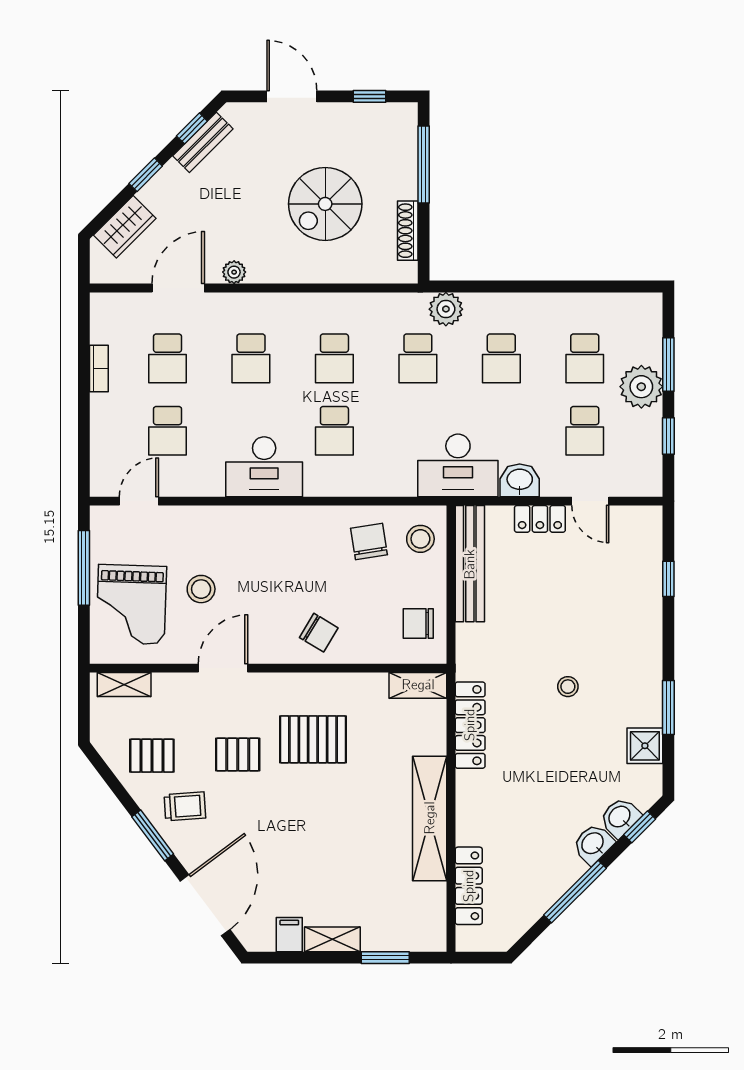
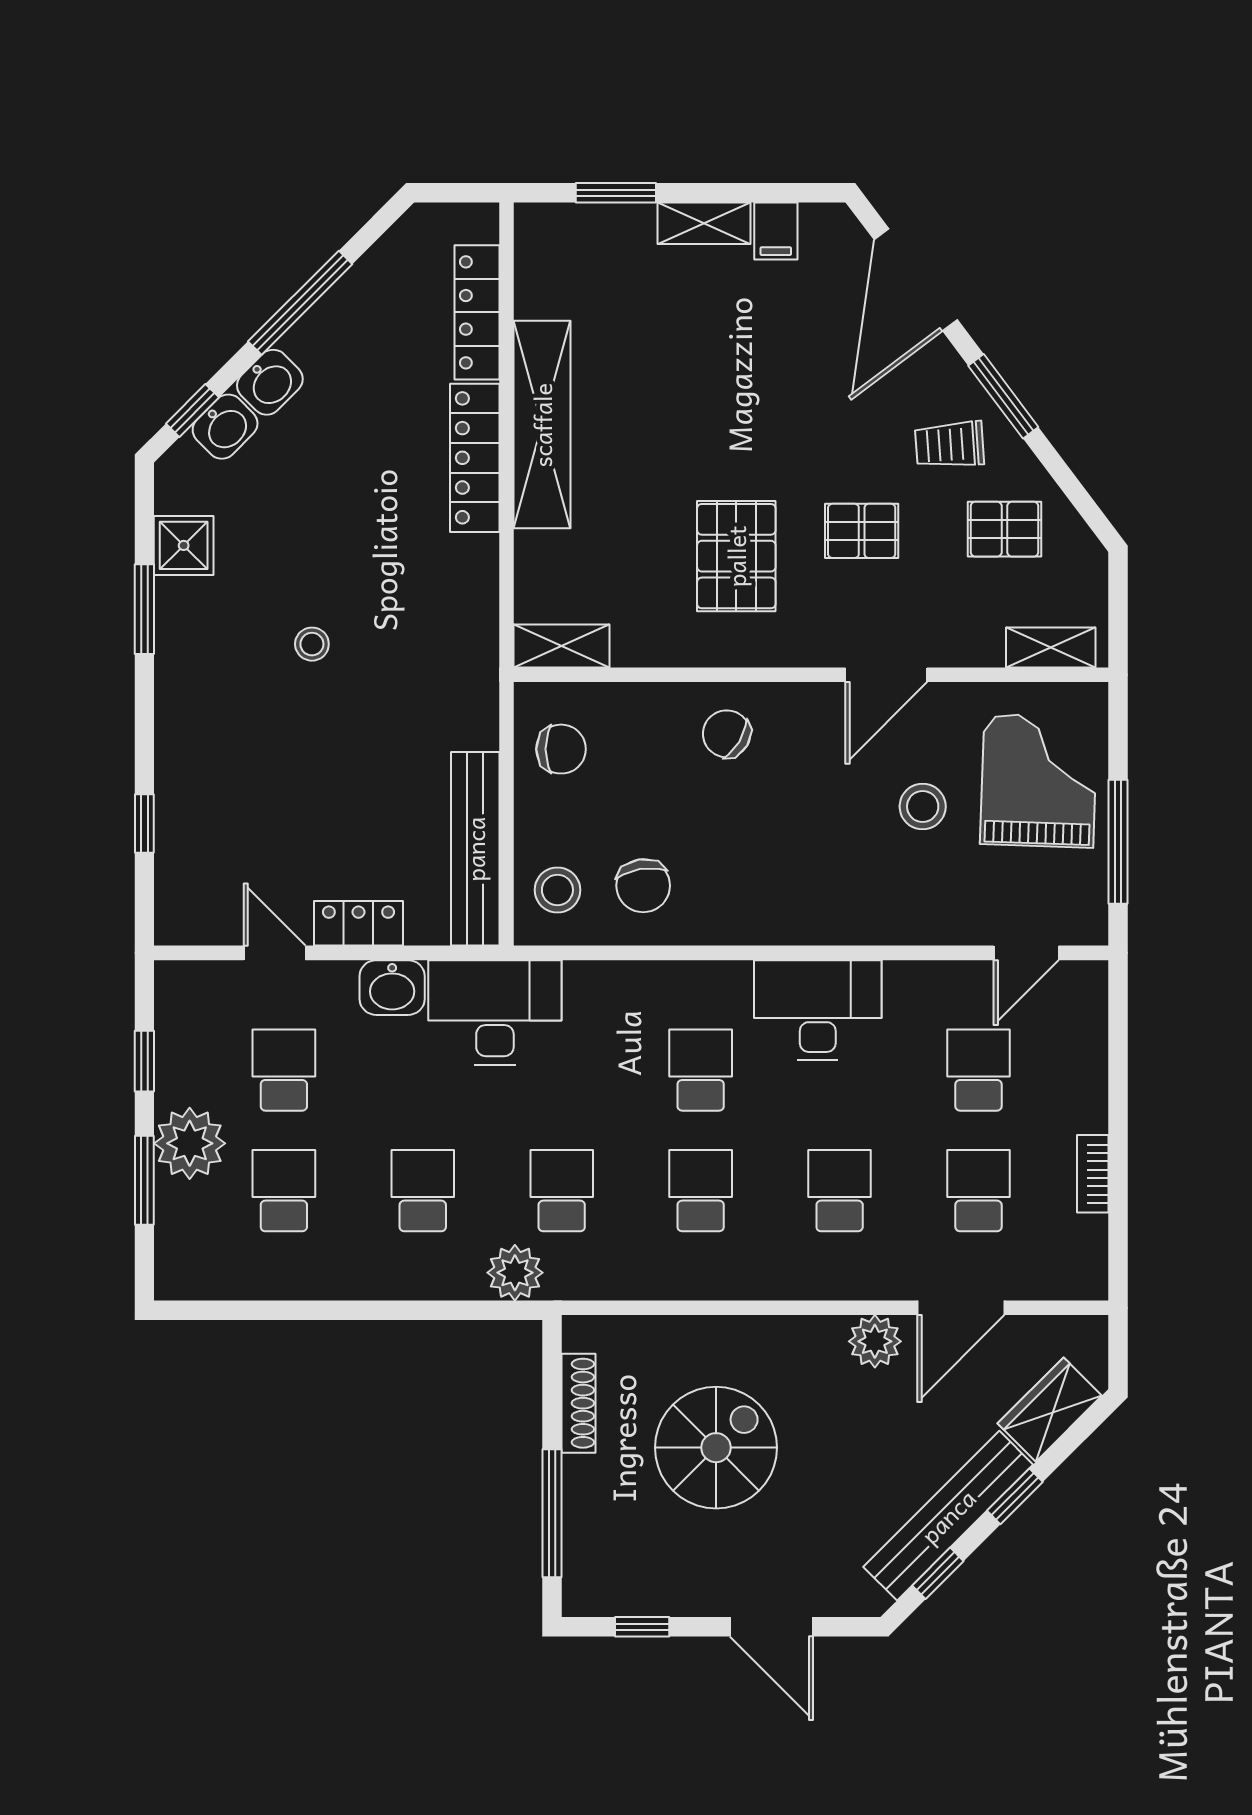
bench: (203, 142) -> (948, 1516), width x1.86, depth x1.21
plant: (234, 272) -> (875, 1341), width x1.38, depth x1.38
locker: (470, 725) -> (475, 458), moved
pallet: (313, 739) -> (736, 556), turned 90

